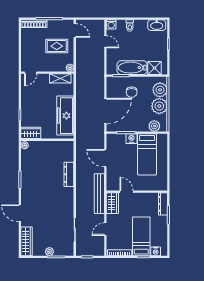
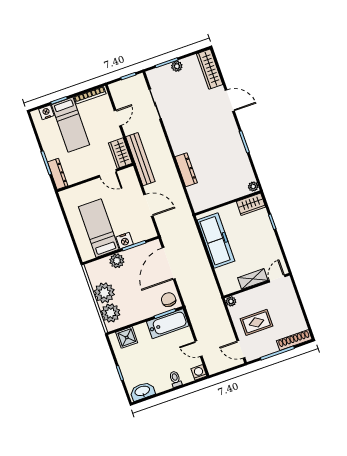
bathtub: (132, 68) -> (168, 324), moved
shelving: (60, 78) -> (253, 279), moved
chair: (132, 92) -> (169, 300), moved
plant: (154, 126) -> (117, 261), moved

